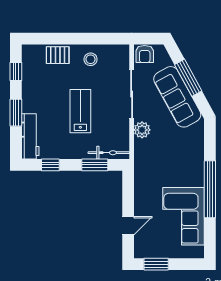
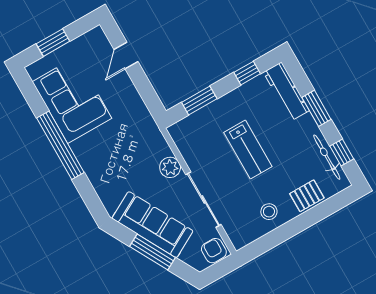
bicycle: (109, 153) -> (327, 157), moved, turned 90
window: (156, 264) -> (53, 43), moved

